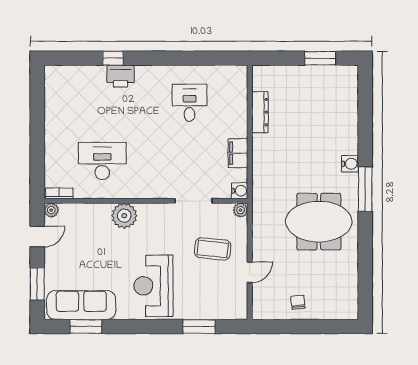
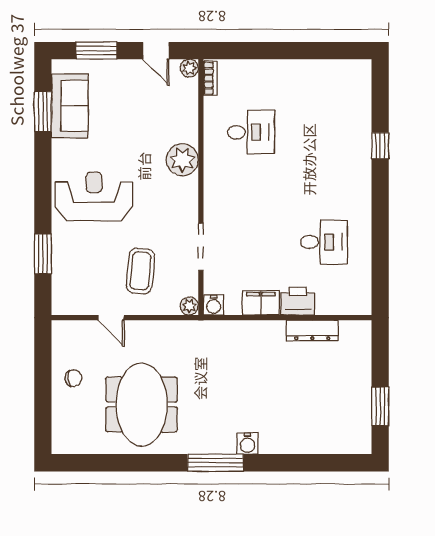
printer: (121, 76) -> (298, 301), moved, turned 90
desk: (102, 161) -> (251, 132), width x0.73
meeting table: (319, 222) -> (142, 404), moved
sofa: (81, 305) -> (70, 106), width x0.73

